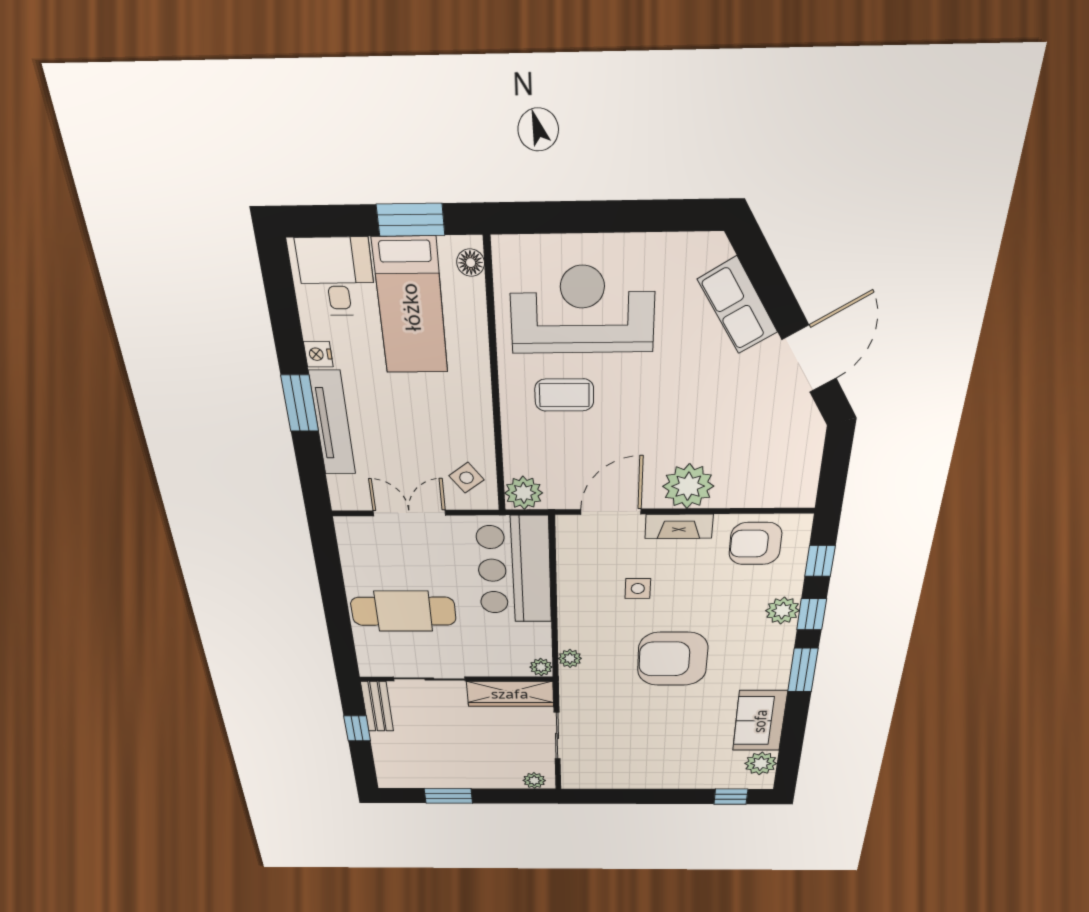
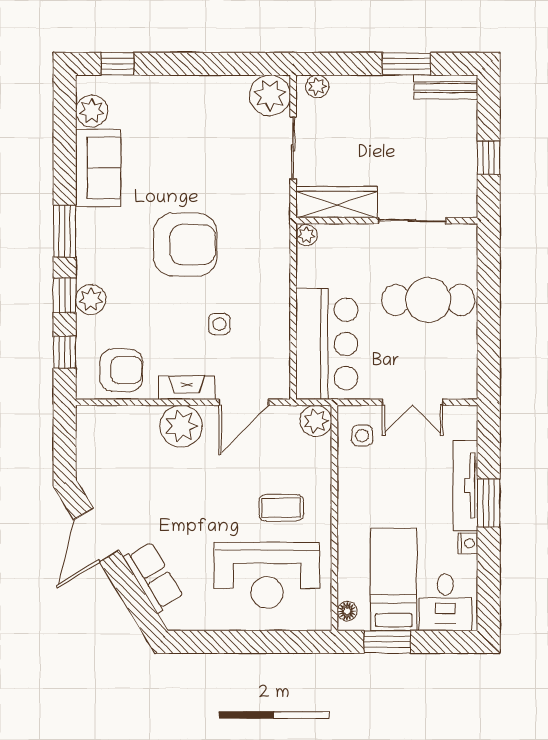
side table: (466, 478) -> (362, 436), turned 37
plant: (570, 658) -> (270, 95), moved, width x1.87, depth x1.87
bench: (377, 707) -> (446, 87), moved, turned 90

